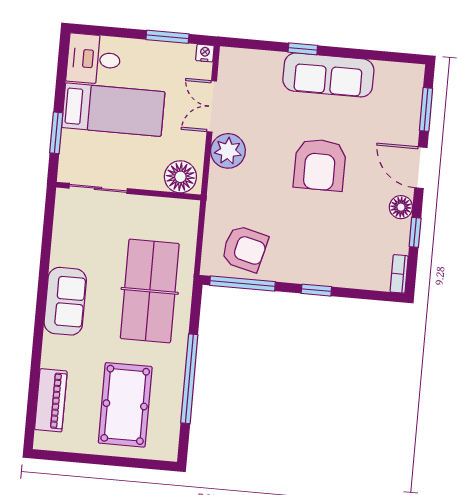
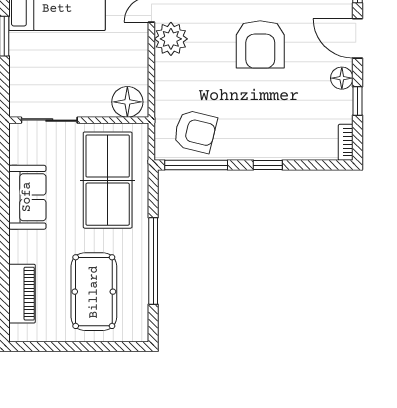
floor lamp: (180, 177) -> (127, 102), moved
sliding door: (98, 188) -> (49, 120), moved
wall: (129, 191) -> (79, 120), moved

